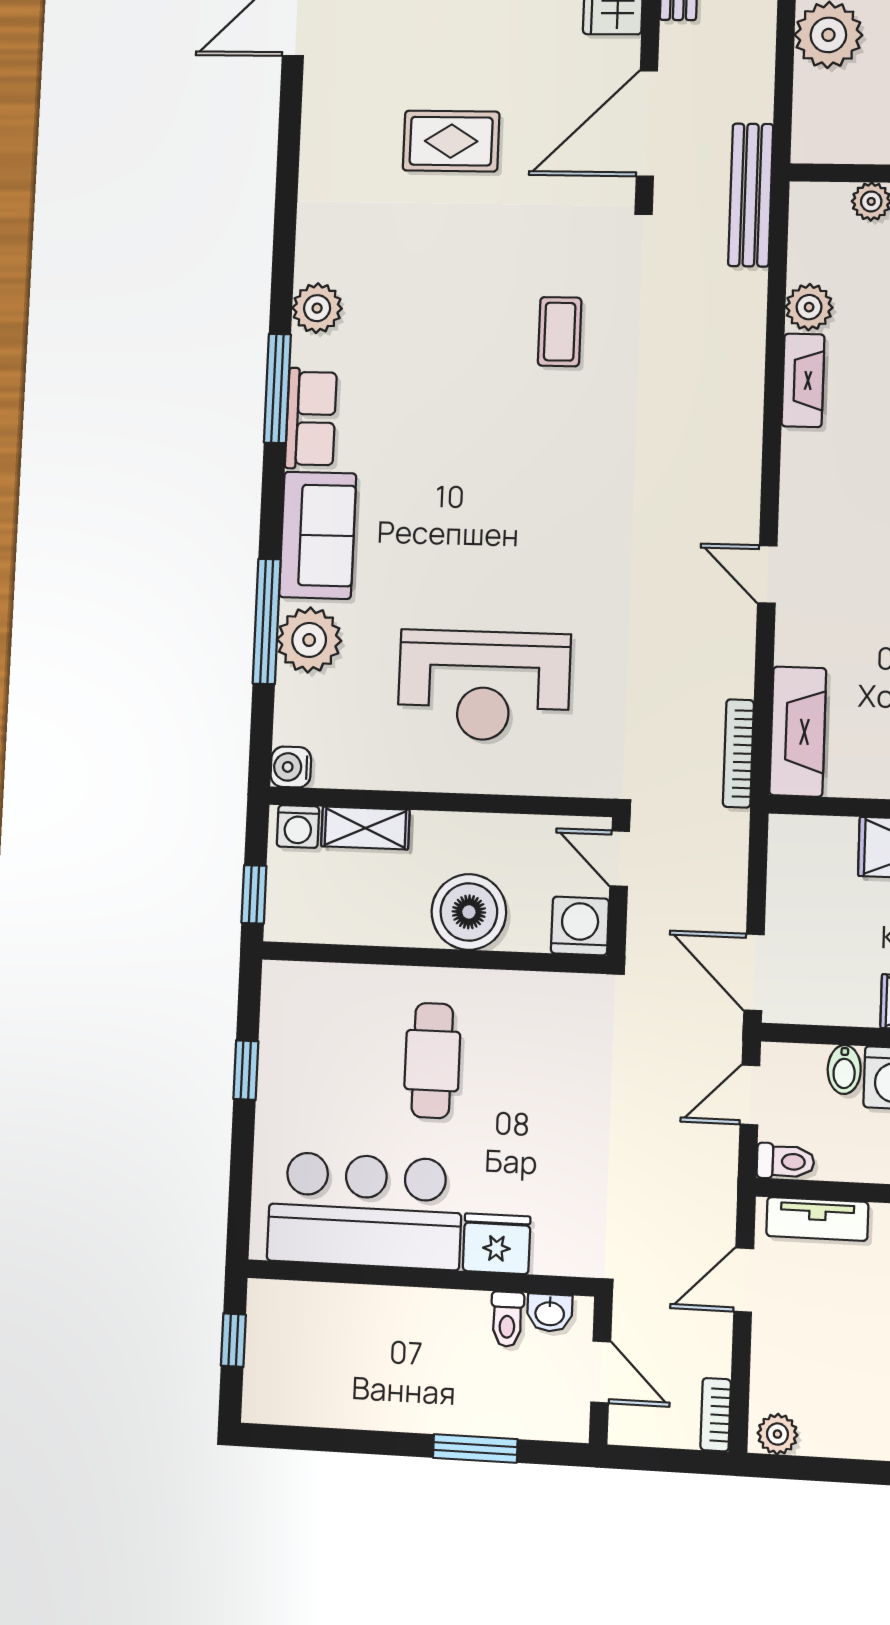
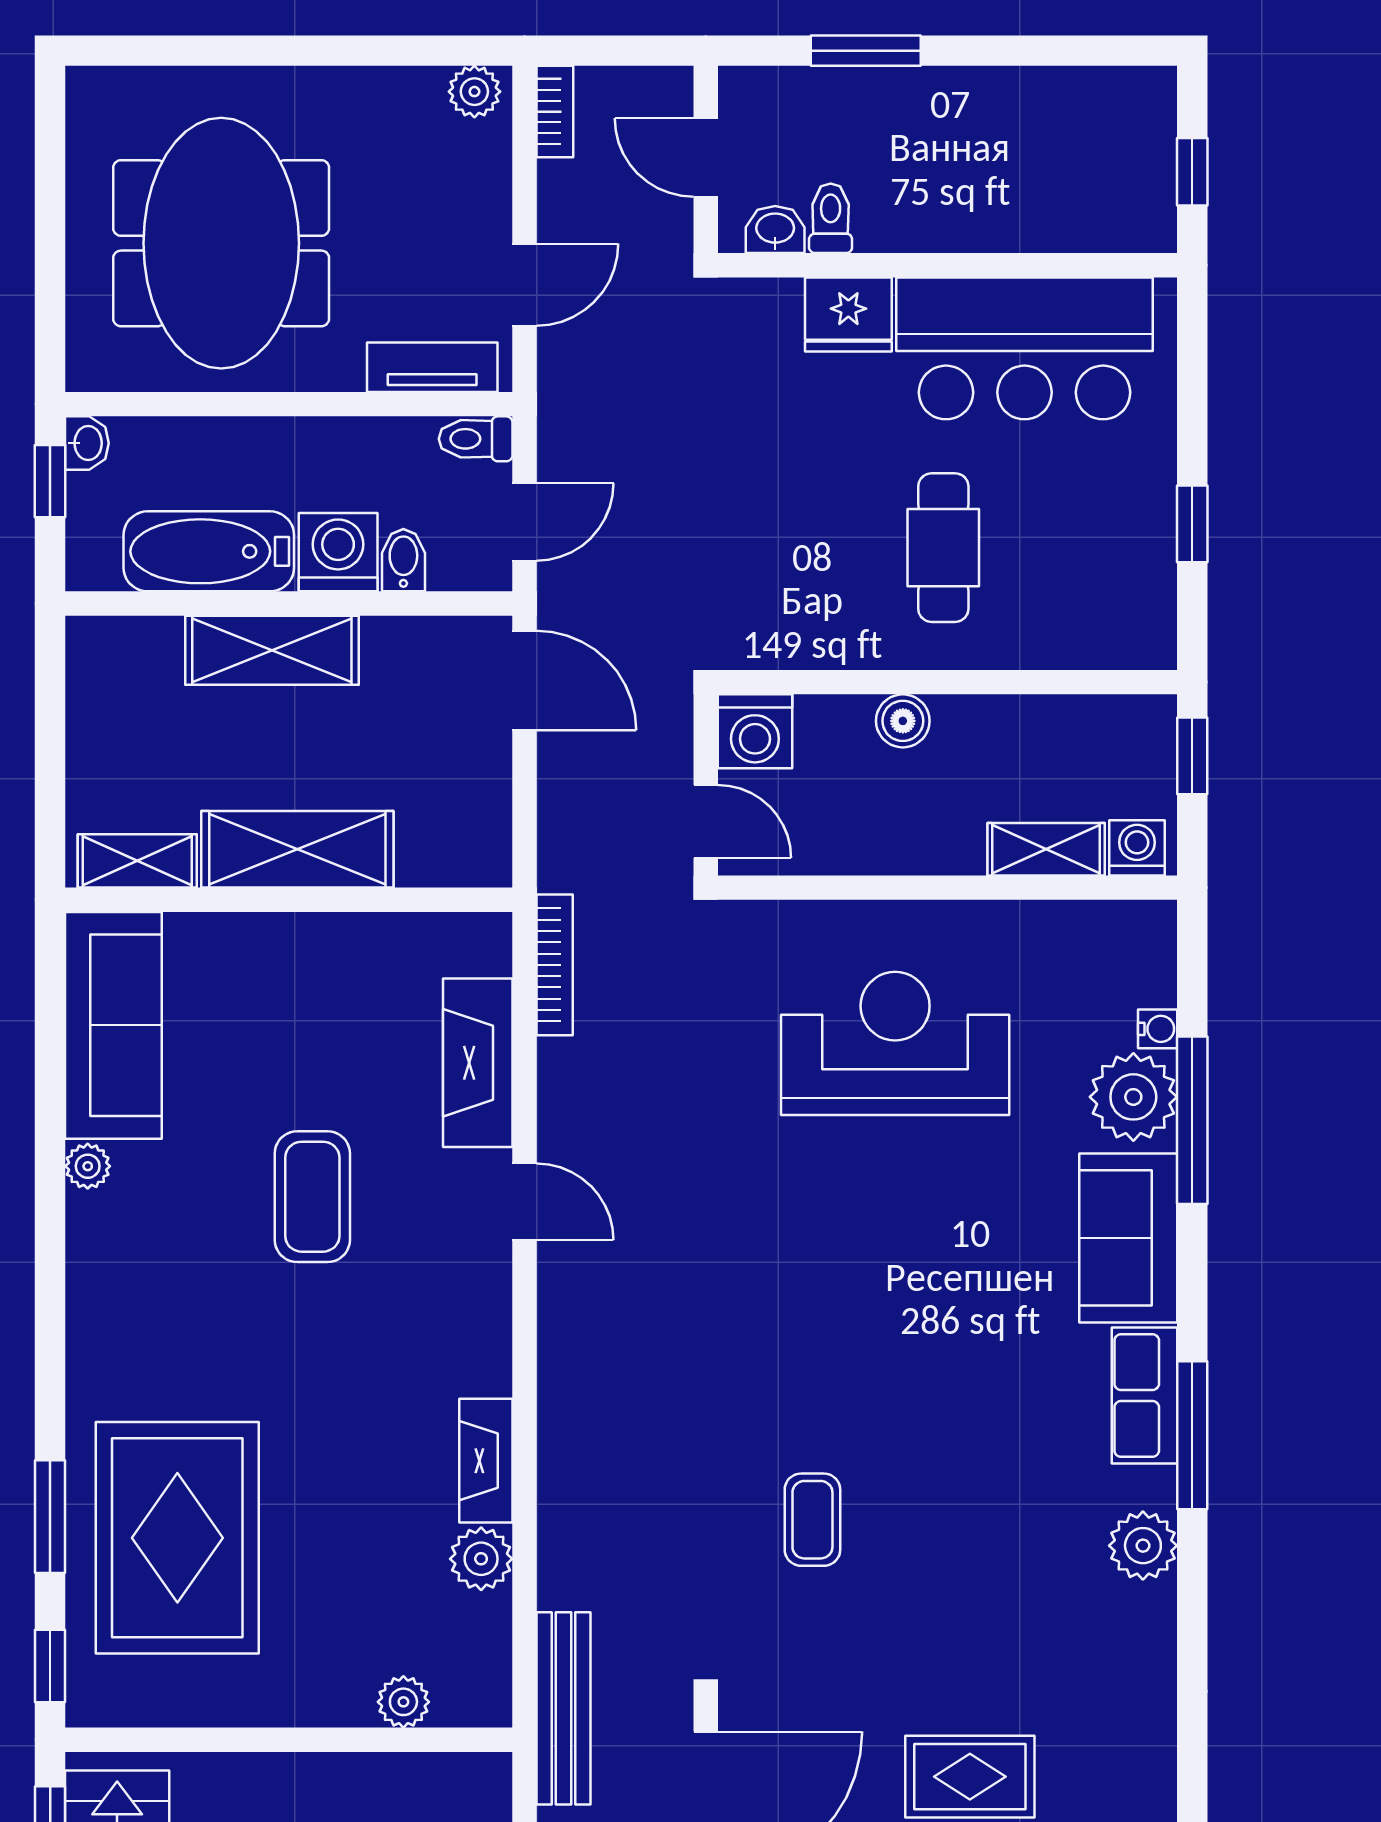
fireplace: (798, 732) -> (478, 1063), moved
water cooler: (291, 767) -> (1158, 1029), moved, width x0.72, depth x0.72
boiler: (469, 912) -> (903, 721), width x0.54, depth x0.54

